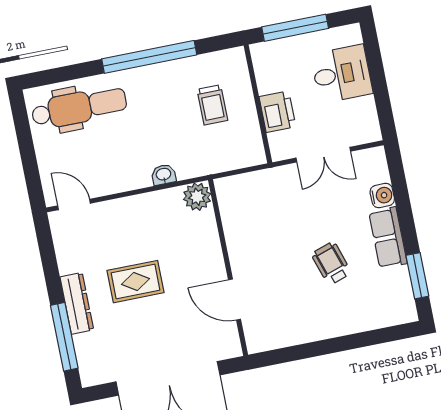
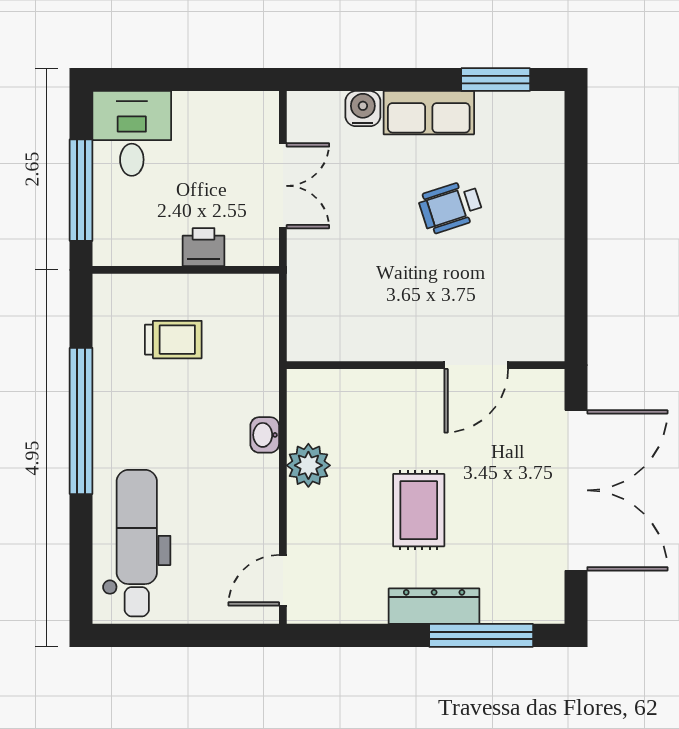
desk: (342, 74) -> (132, 133), moved
printer: (277, 112) -> (204, 247), width x0.73, depth x0.81
plant: (197, 197) -> (308, 465), moved

